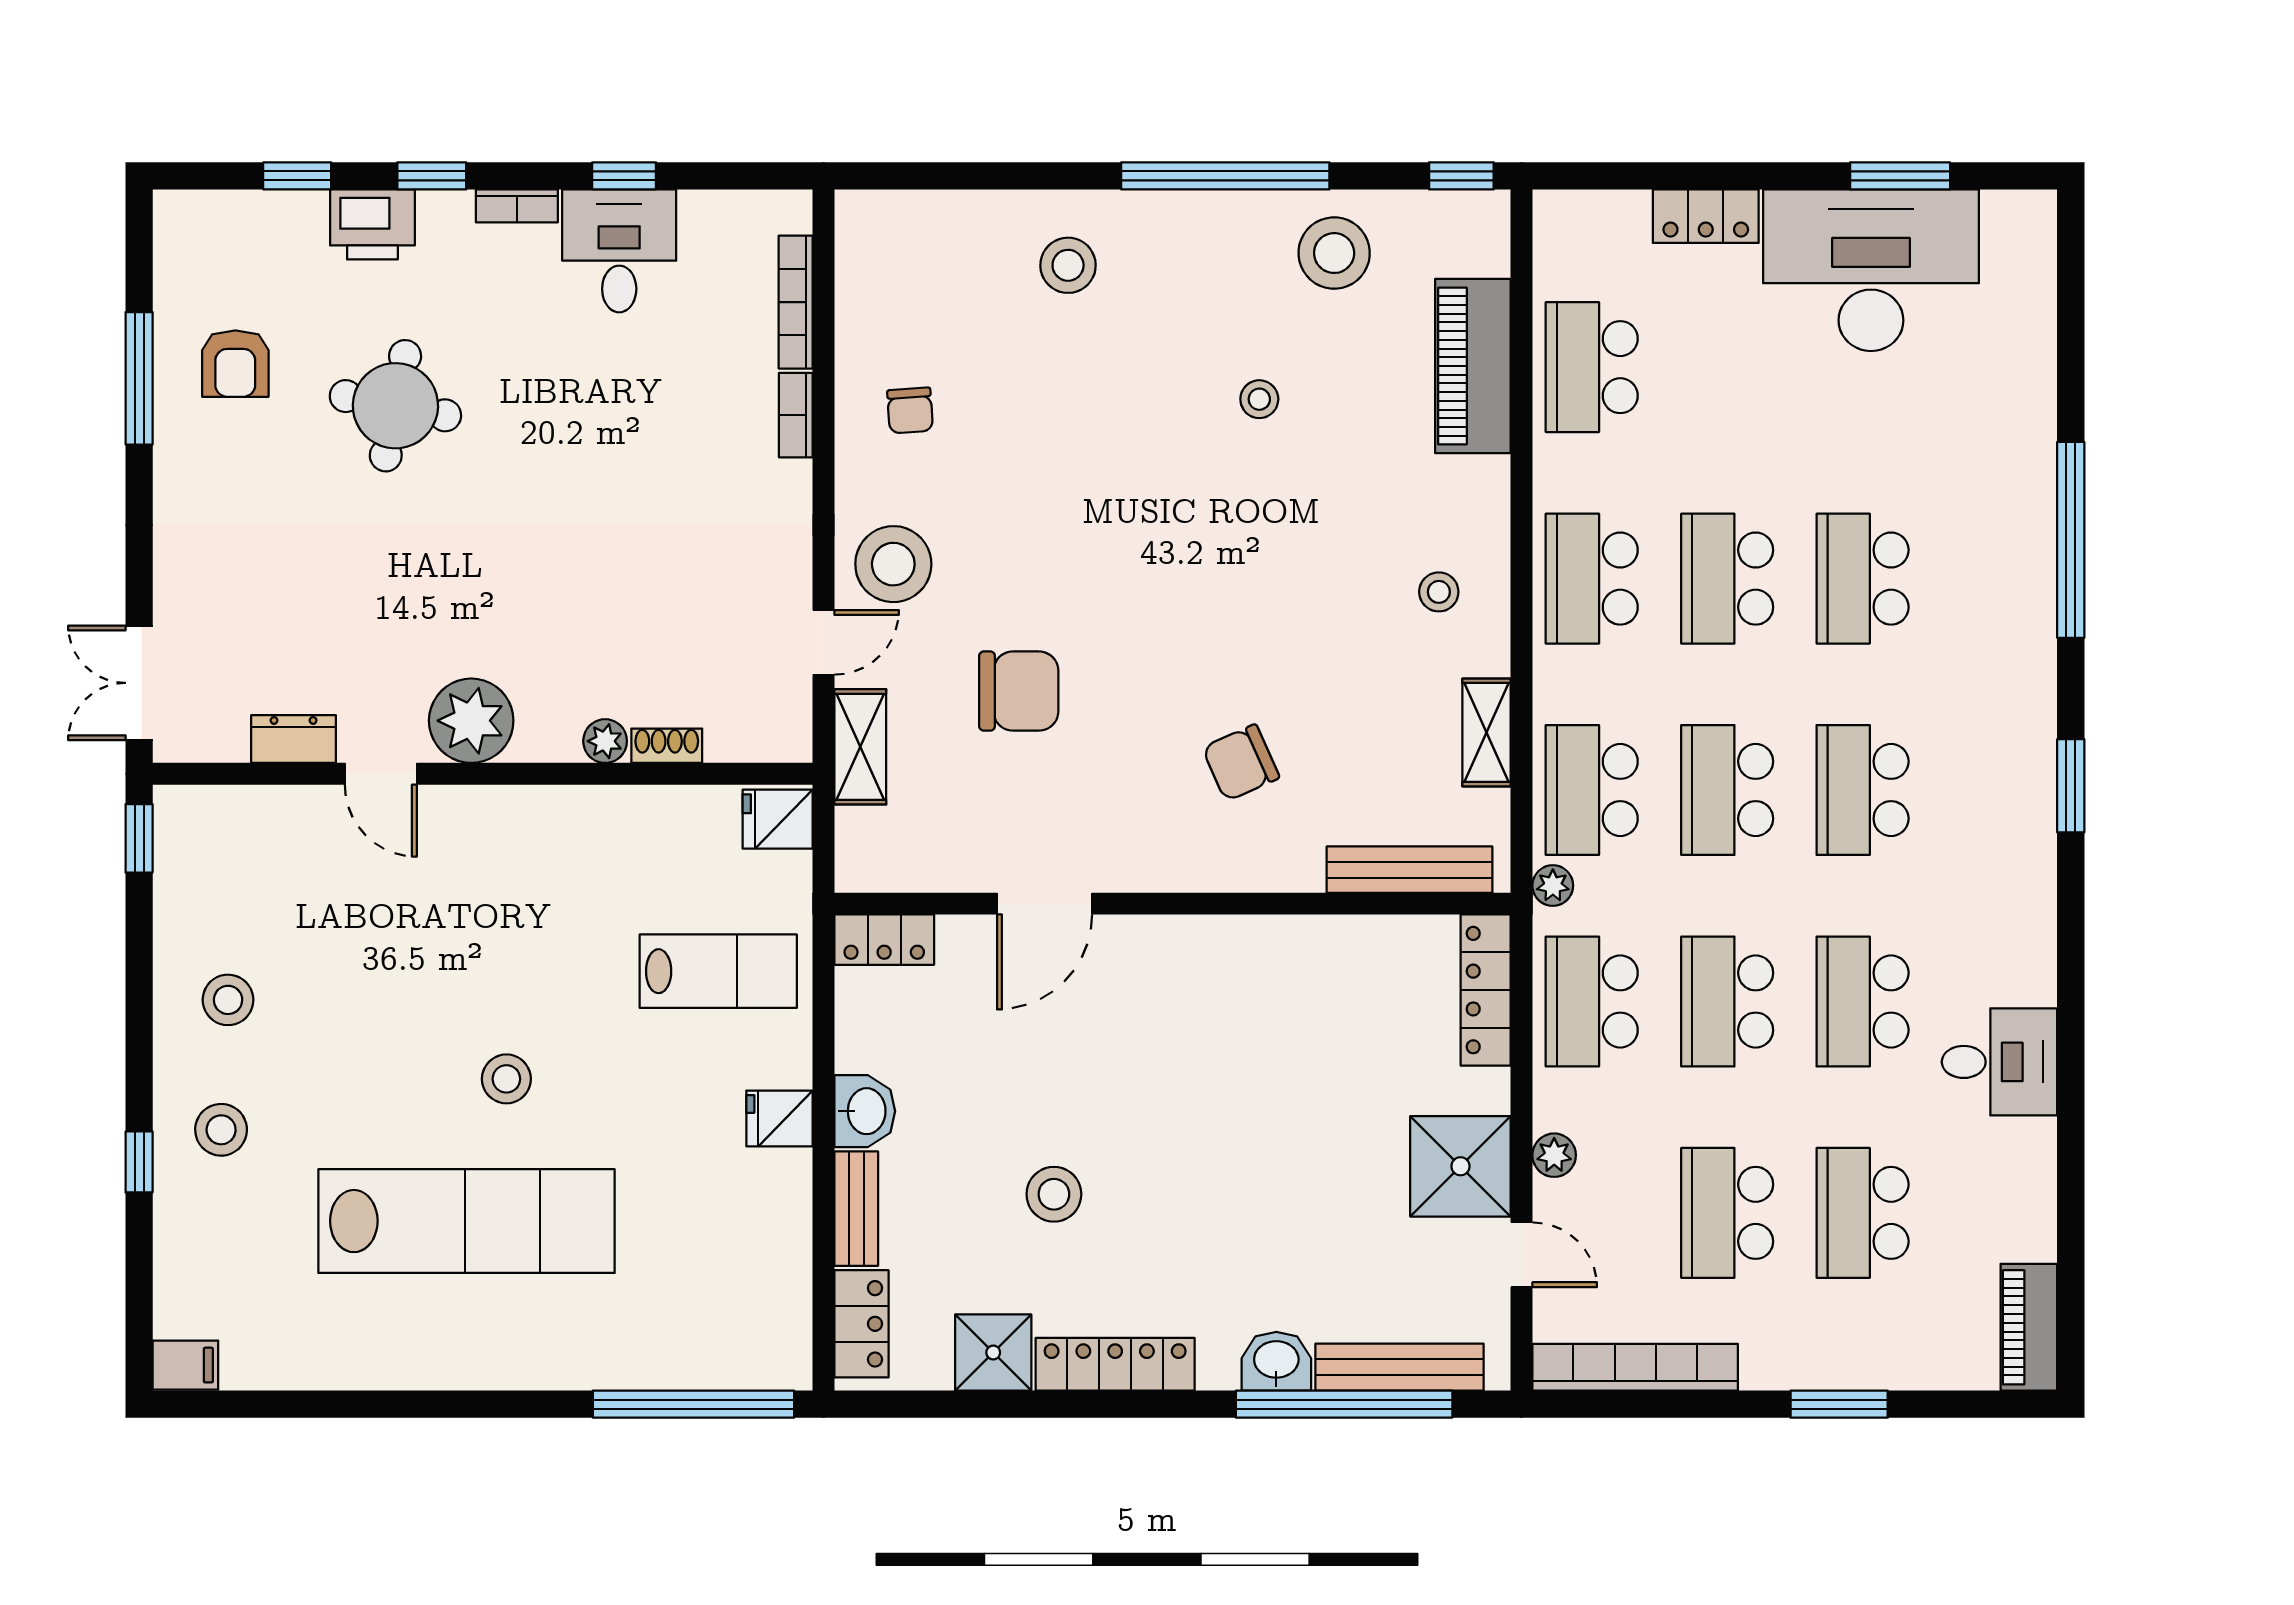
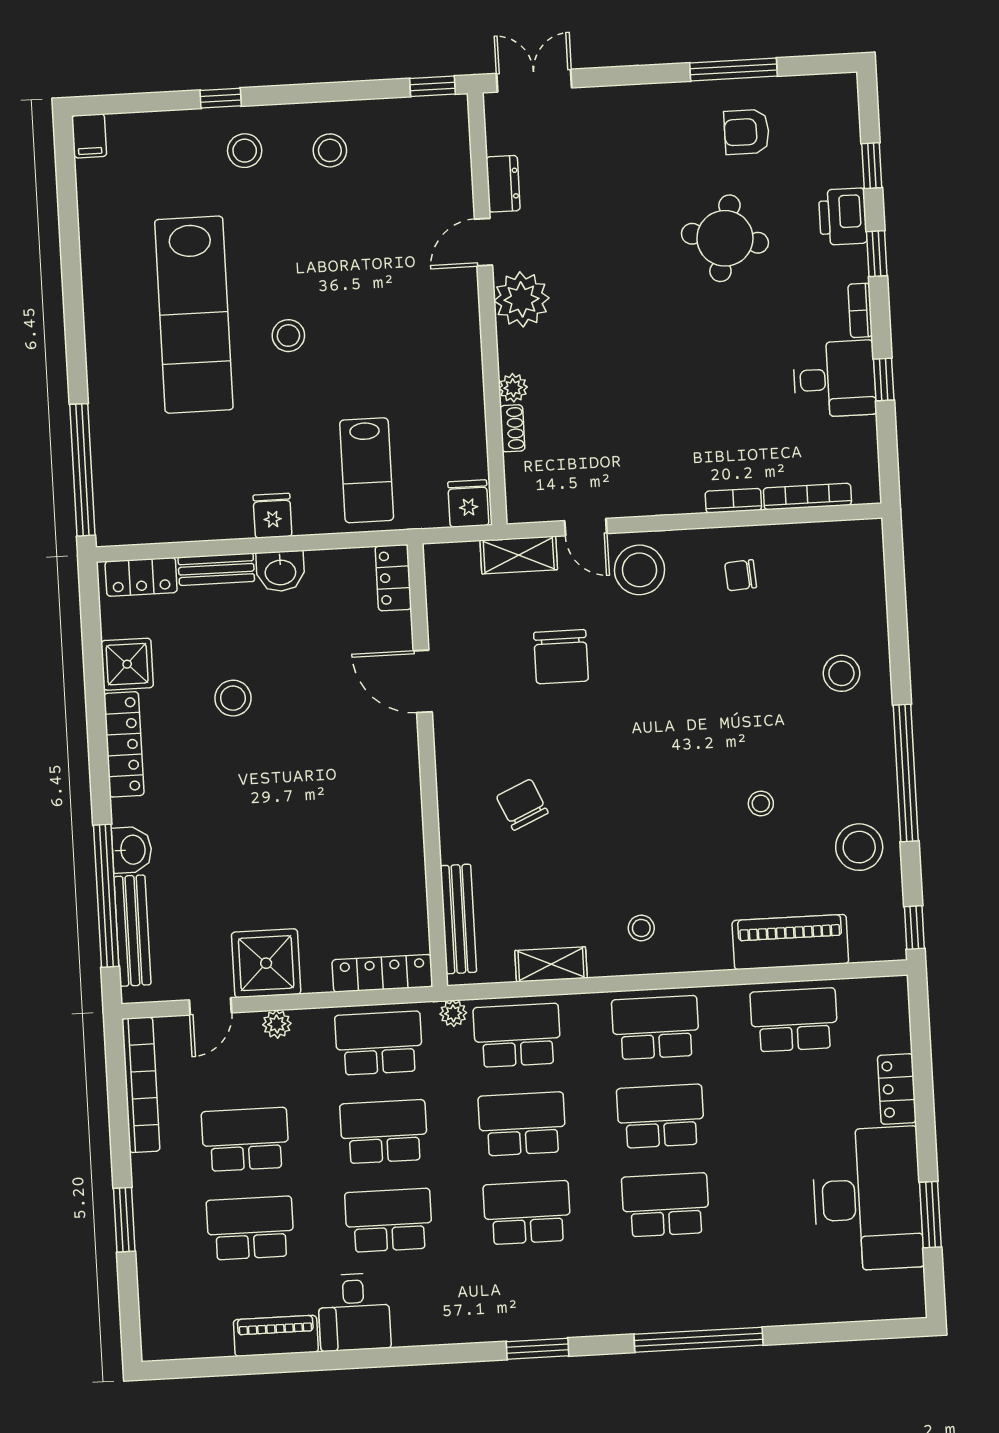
piano: (2029, 1327) -> (276, 1336), moved

